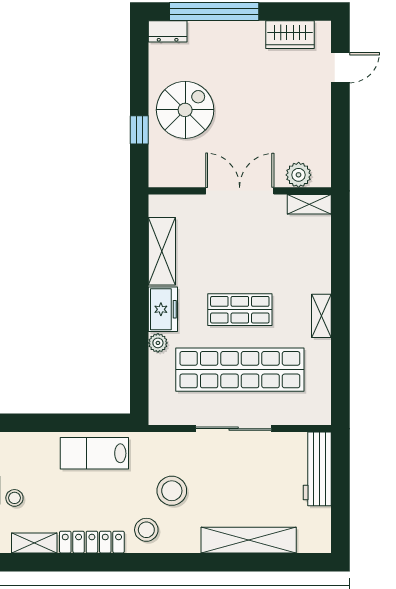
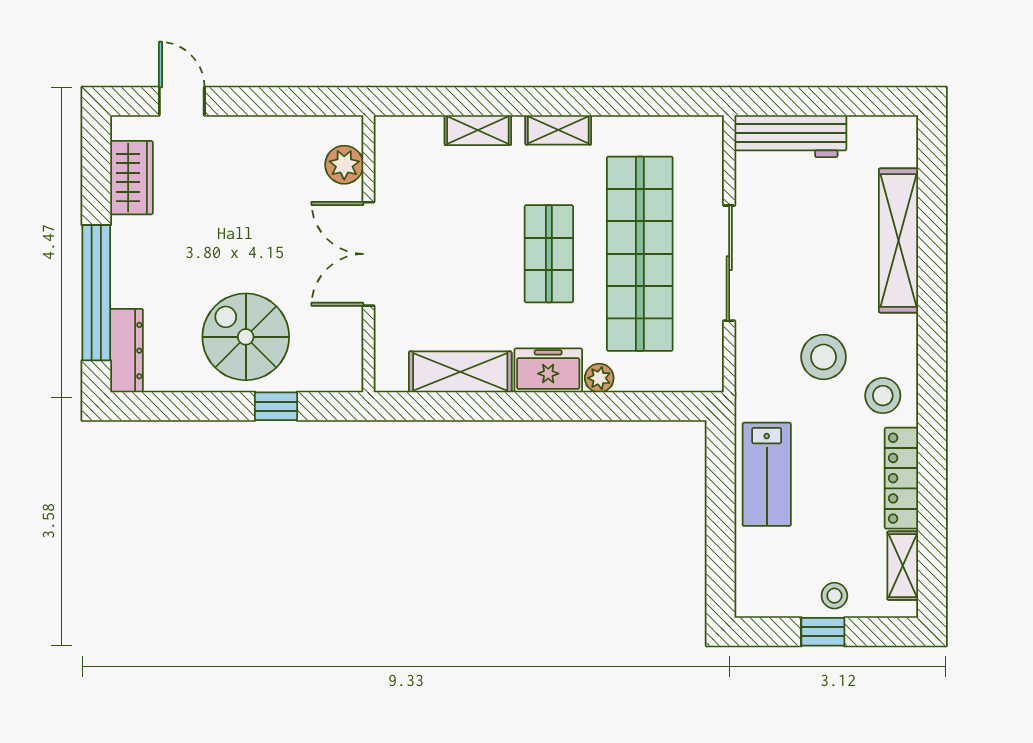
dresser: (168, 31) -> (127, 351), width x1.44
shelving: (309, 204) -> (478, 130), moved, turned 90

